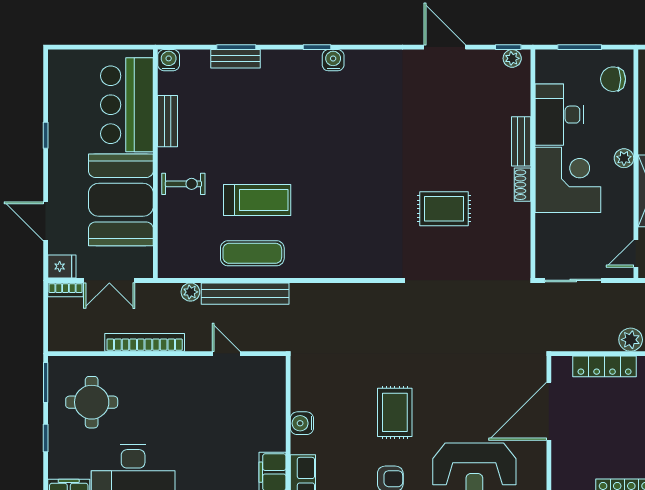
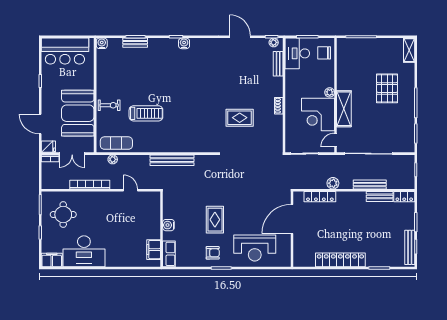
bar counter: (127, 105) -> (65, 51), moved, turned -90
desk: (559, 115) -> (297, 53), moved
bench: (168, 121) -> (101, 74), removed
bench: (521, 141) -> (278, 64), moved
corner desk: (568, 180) -> (318, 114), moved, turned 180
exercise mat: (252, 253) -> (116, 143), moved
bench: (245, 294) -> (172, 160), moved

